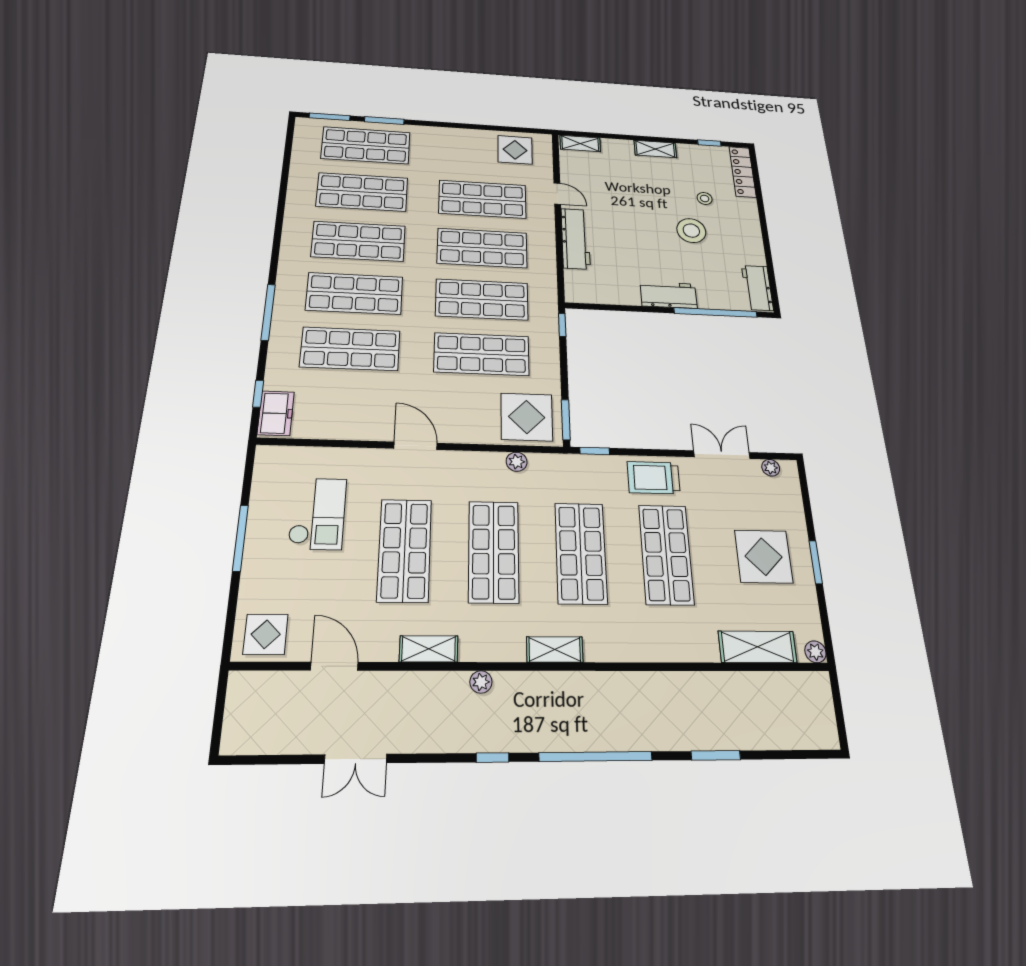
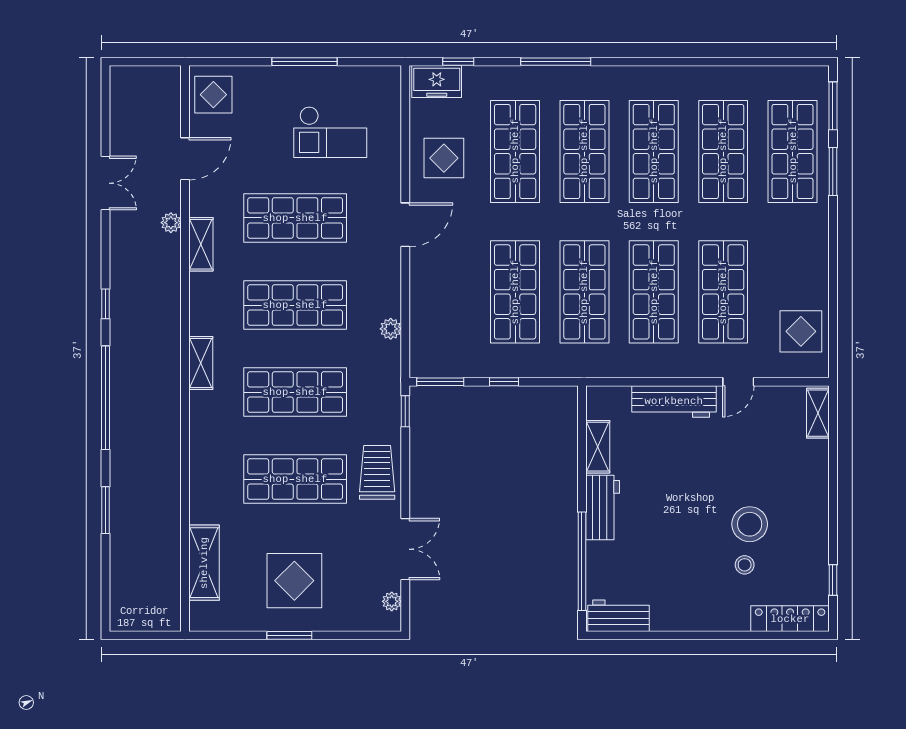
shelving: (655, 149) -> (598, 447), moved
stool: (691, 231) -> (750, 524), moved
window: (562, 325) -> (504, 382), moved
display table: (527, 417) -> (444, 158), moved, width x0.73, depth x0.73
plant: (815, 652) -> (199, 621), removed
plant: (481, 682) -> (171, 223), moved
double door: (356, 759) -> (106, 183), swing flipped

